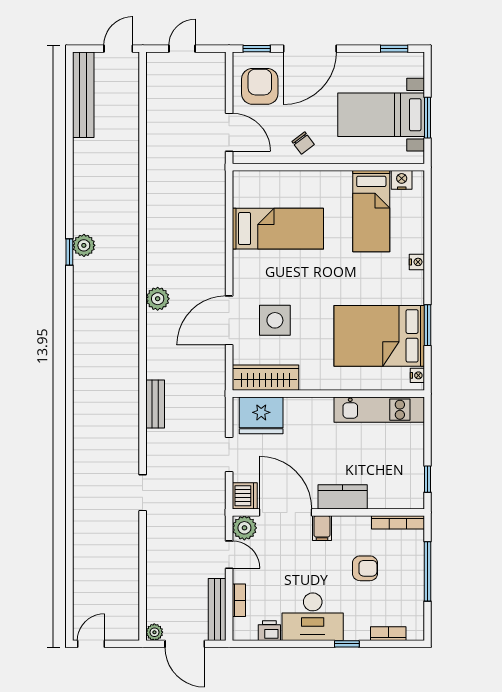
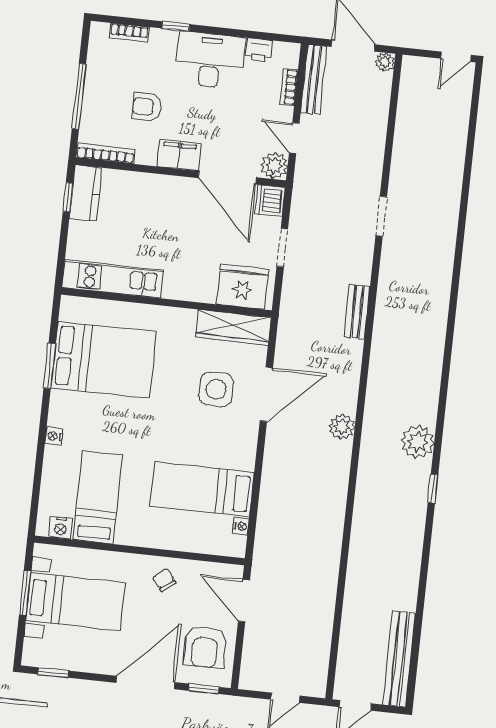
plant: (84, 245) -> (417, 442), moved, width x1.36, depth x1.36
nightstand: (417, 375) -> (241, 526), moved, turned 180
kitchen counter: (343, 497) -> (86, 193), moved, turned -90
filing cabinet: (322, 528) -> (179, 155), width x2.00

